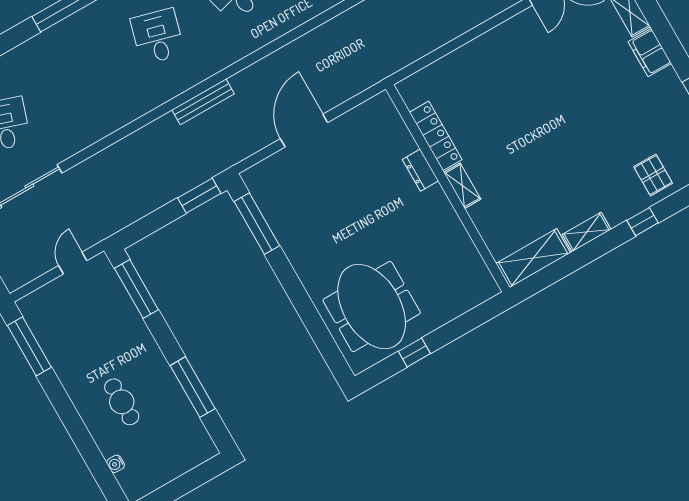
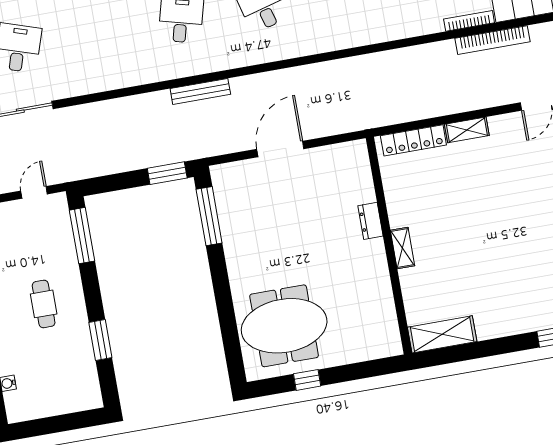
locker: (436, 136) -> (413, 140), moved, turned 90
shelving: (587, 232) -> (467, 130), moved
meeting table: (372, 307) -> (284, 326), turned 90
window: (193, 387) -> (100, 340), width x0.69
cafe table: (122, 402) -> (44, 304), moved

